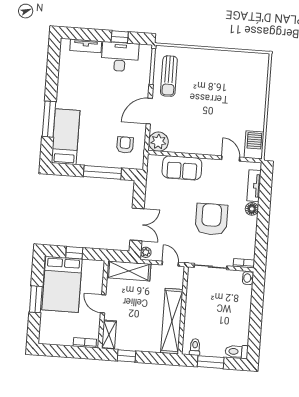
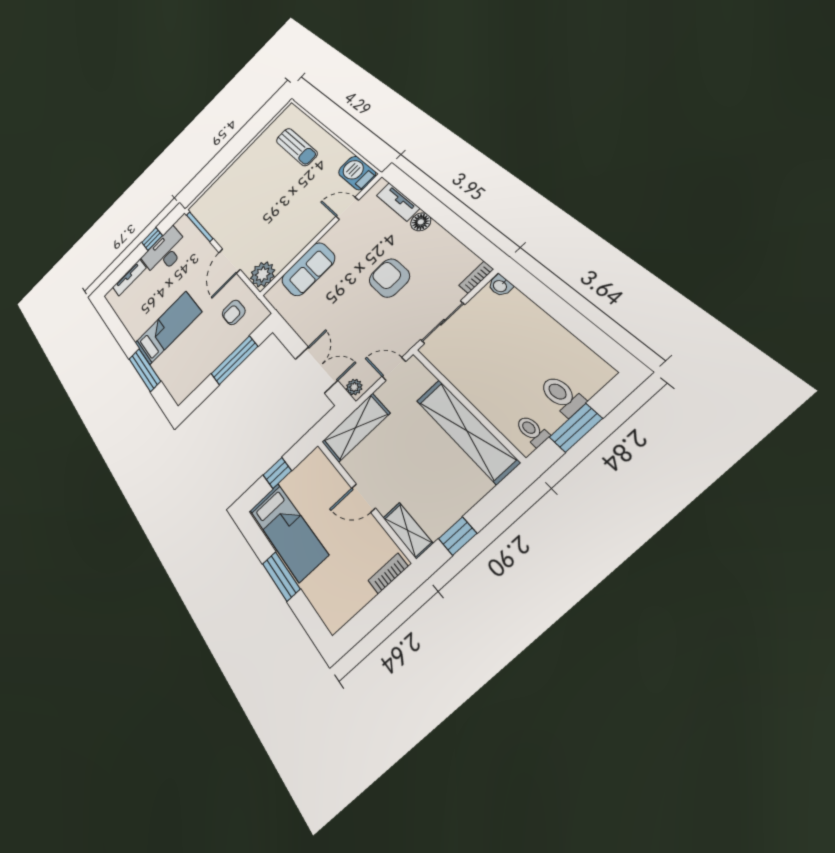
sun lounger: (169, 76) -> (297, 147), moved
bed: (66, 137) -> (168, 328), moved, turned 90
armchair: (125, 145) -> (234, 312), turned -90
armchair: (211, 219) -> (389, 278), width x0.73, depth x0.73
bed: (62, 284) -> (288, 532), width x0.67
toilet: (237, 352) -> (562, 396), moved, turned 90

